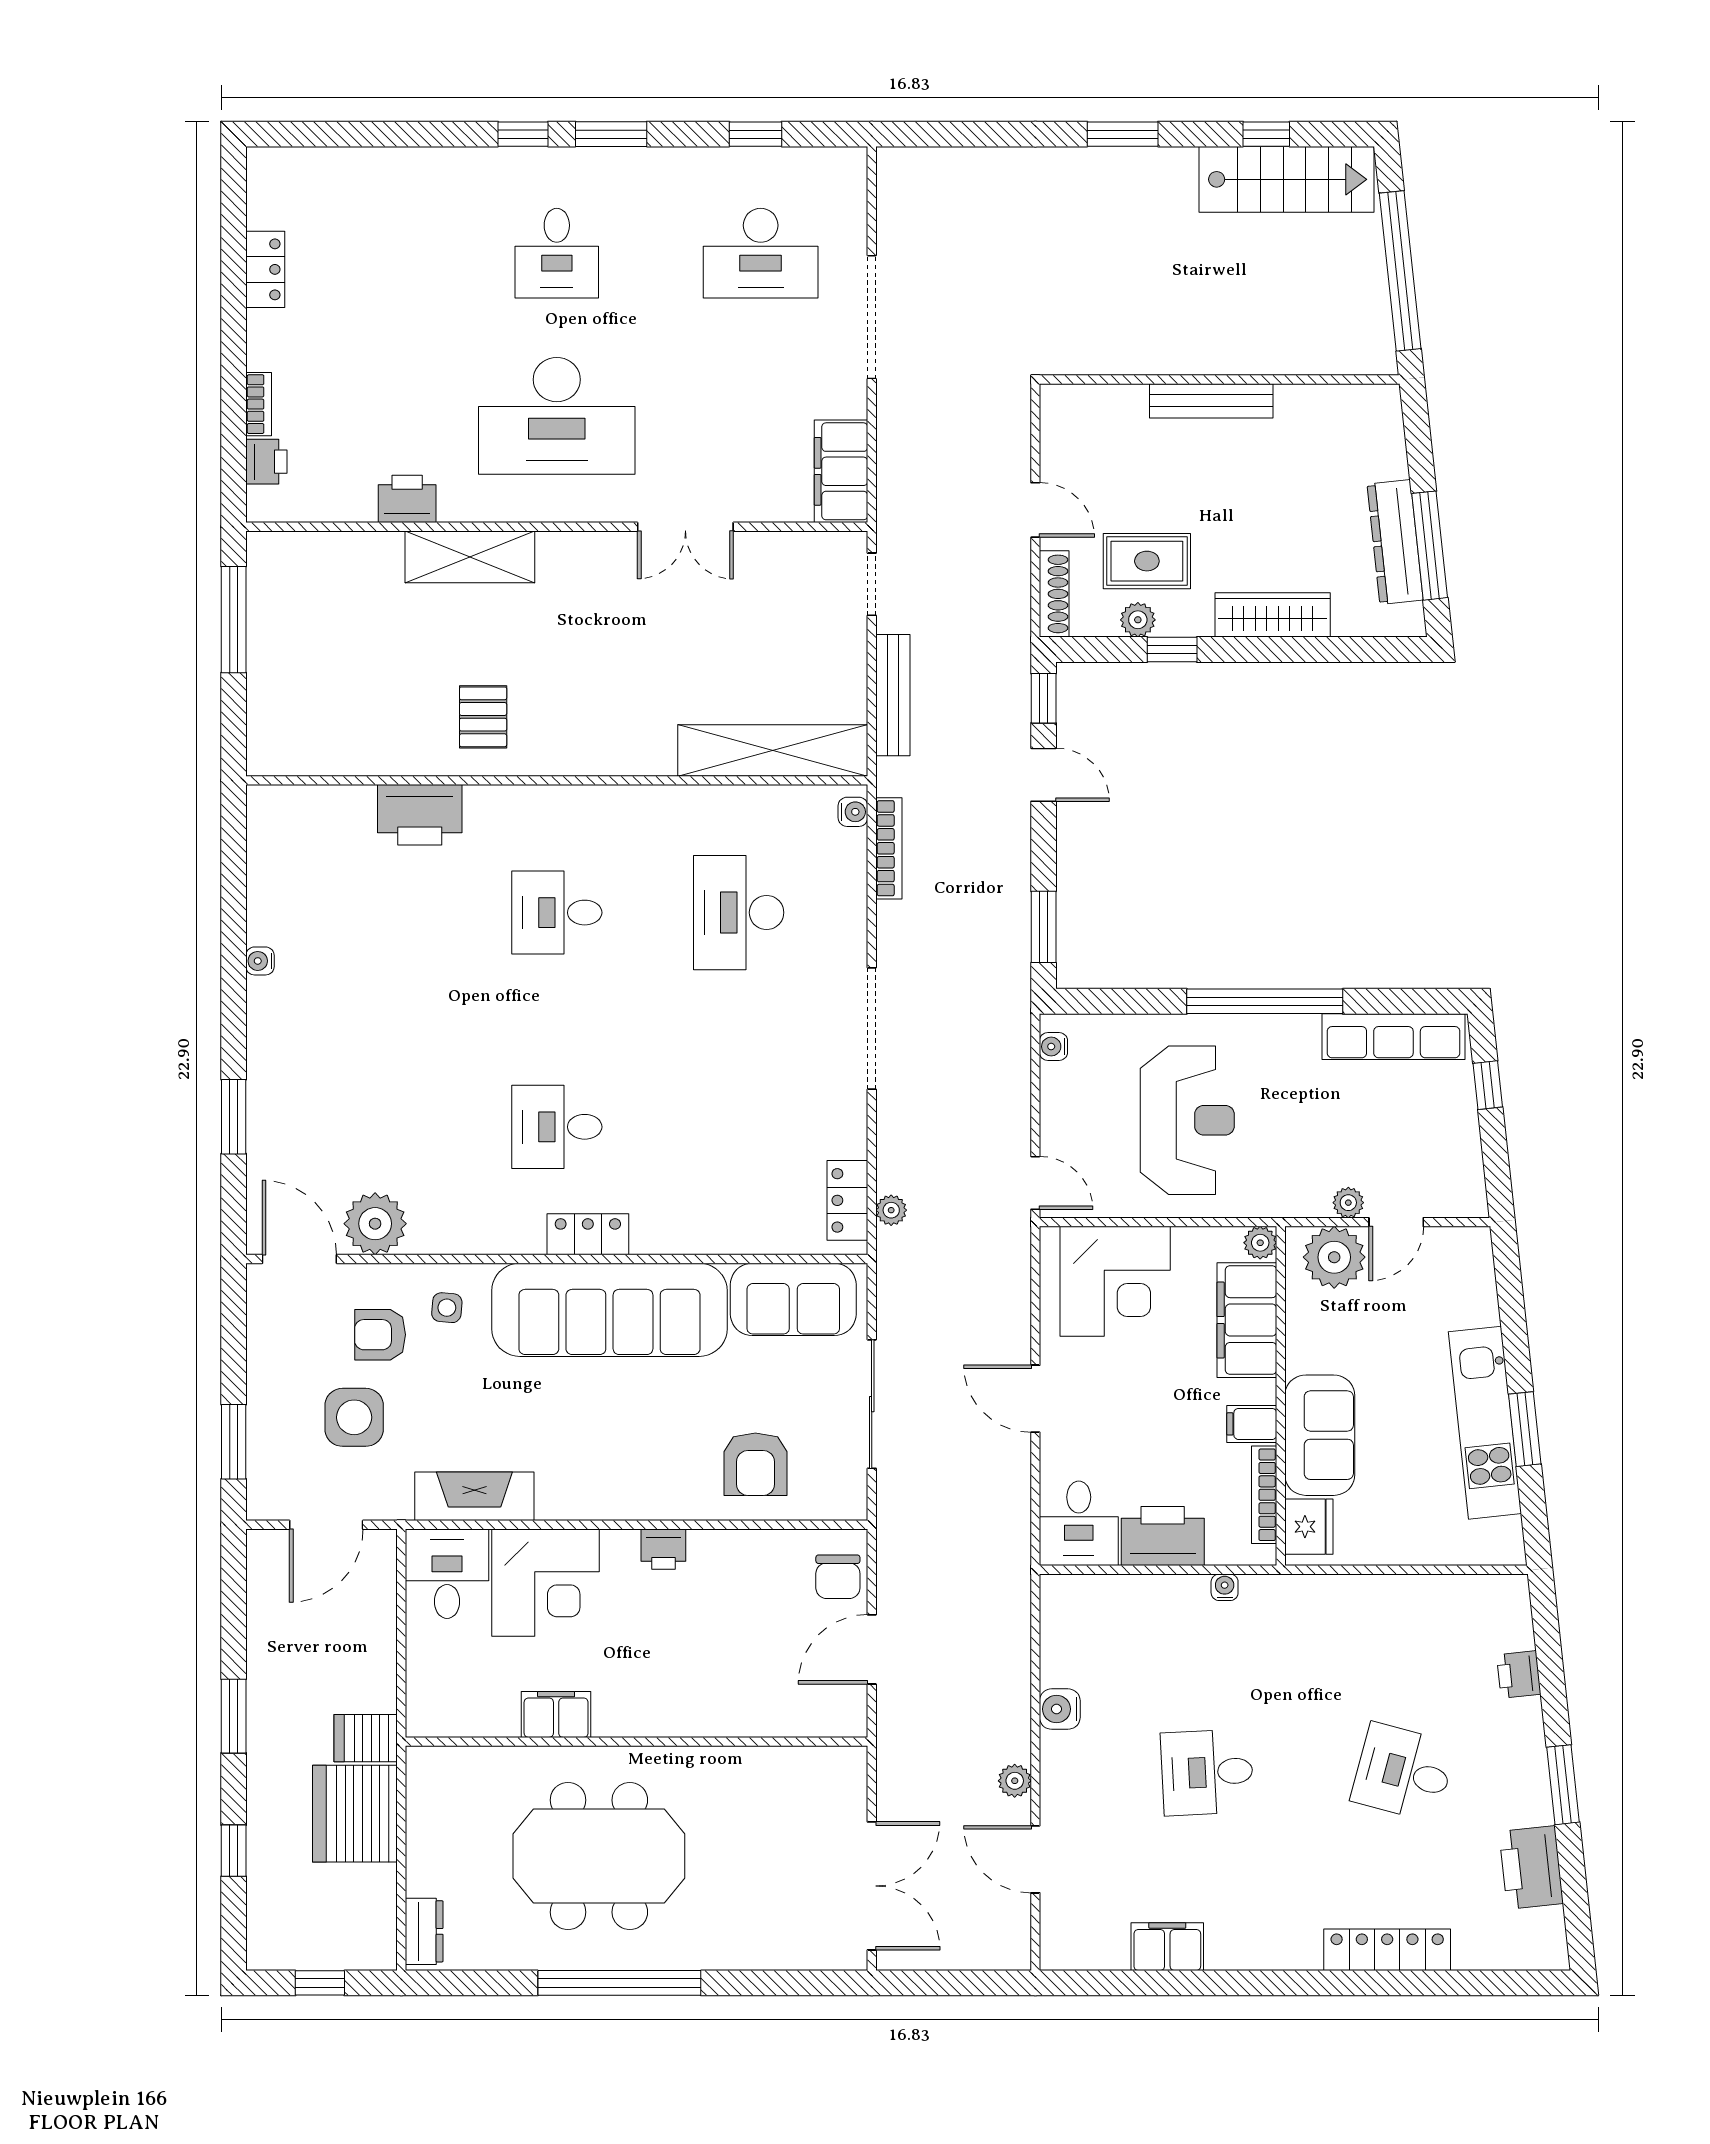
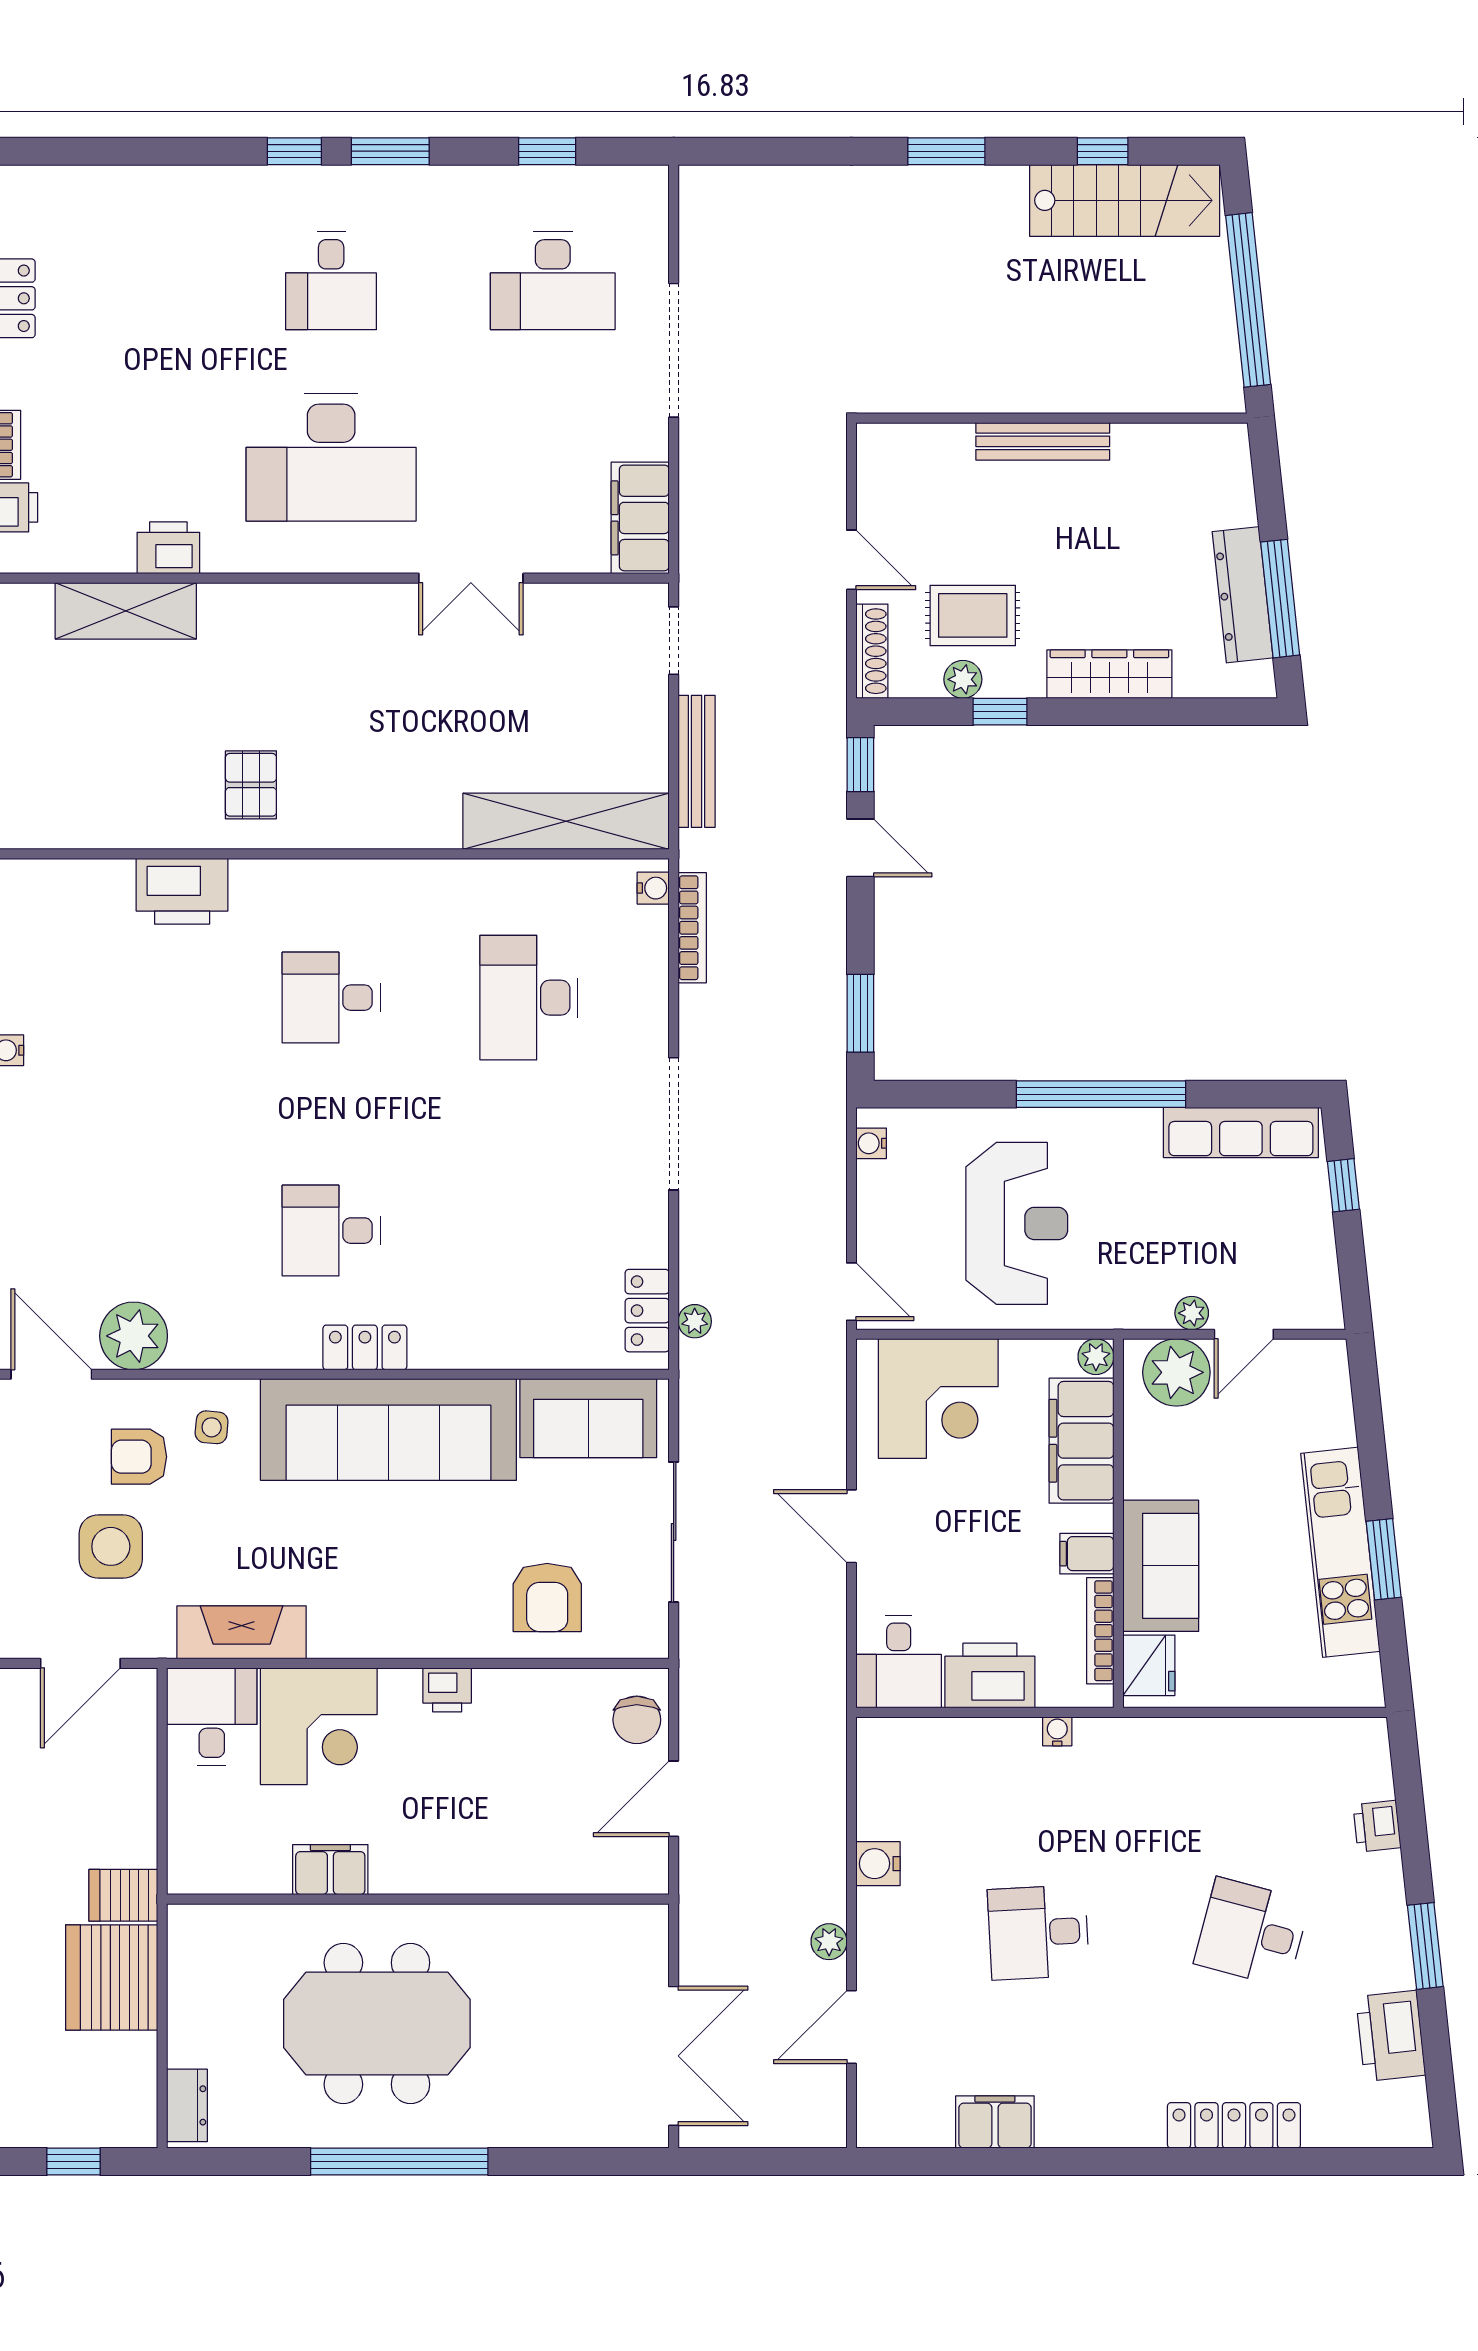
shelving: (470, 557) -> (126, 611), moved
door: (1035, 1859) -> (851, 2027), hinge flipped

